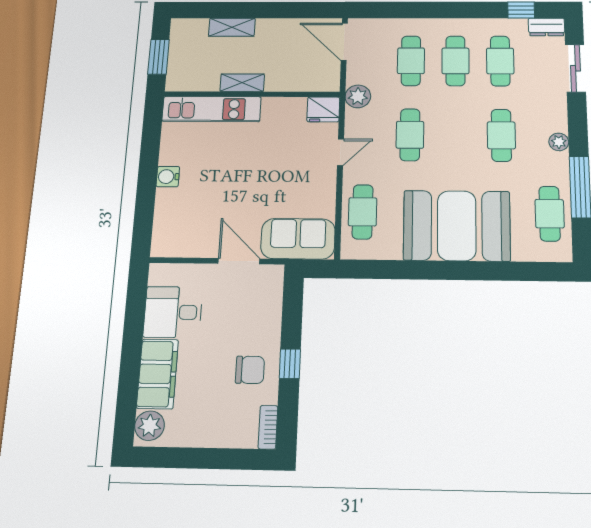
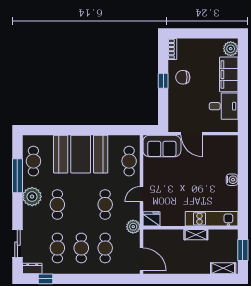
shelving: (232, 27) -> (223, 268), moved
plant: (559, 142) -> (32, 197), width x1.87, depth x1.87

